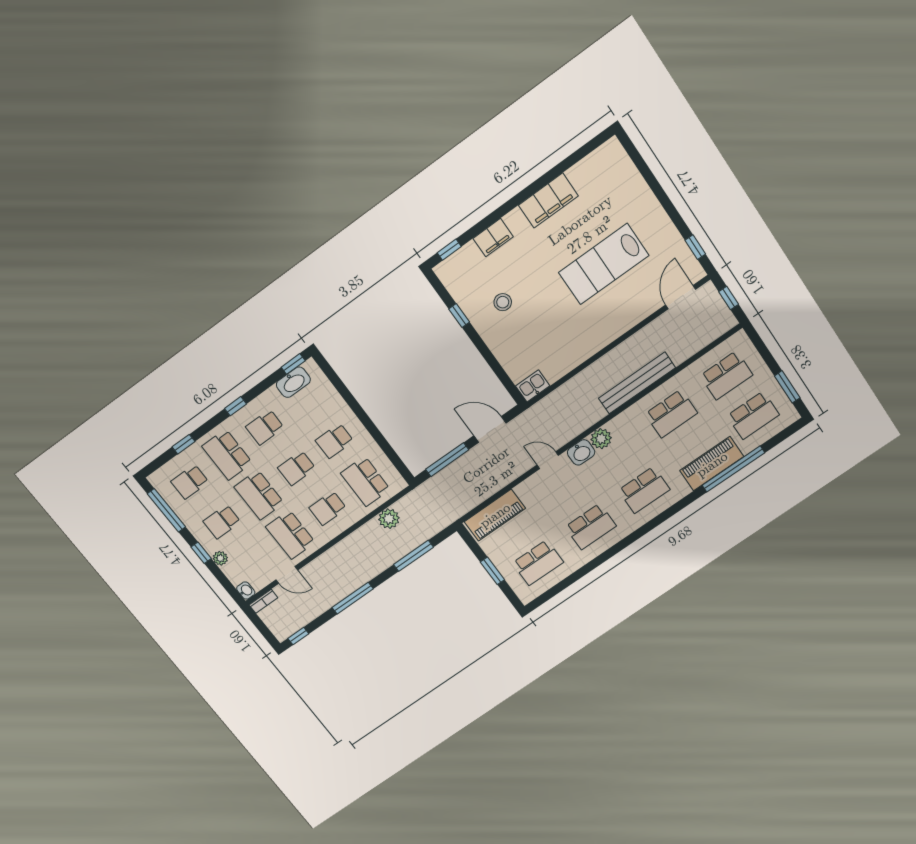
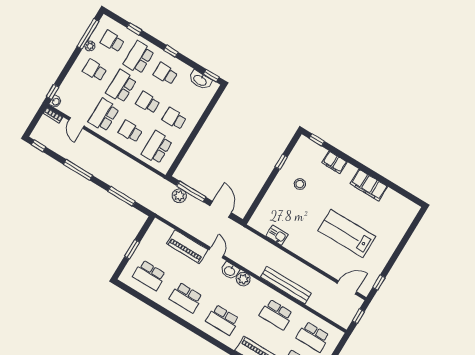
kitchen sink: (533, 386) -> (277, 235), moved
piano: (495, 515) -> (187, 247), moved
plant: (389, 519) -> (179, 196), moved
window: (201, 553) -> (53, 92), moved
plant: (220, 558) -> (90, 46), moved

